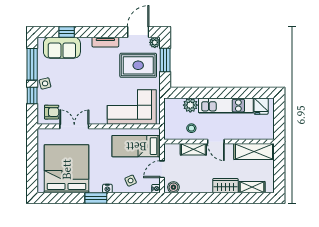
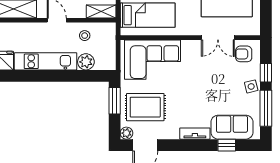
tv unit: (105, 42) -> (195, 134), moved
window: (165, 60) -> (115, 101), moved
shelving: (193, 149) -> (101, 11), moved

